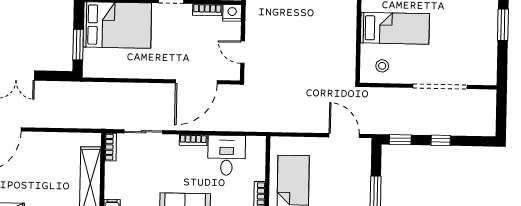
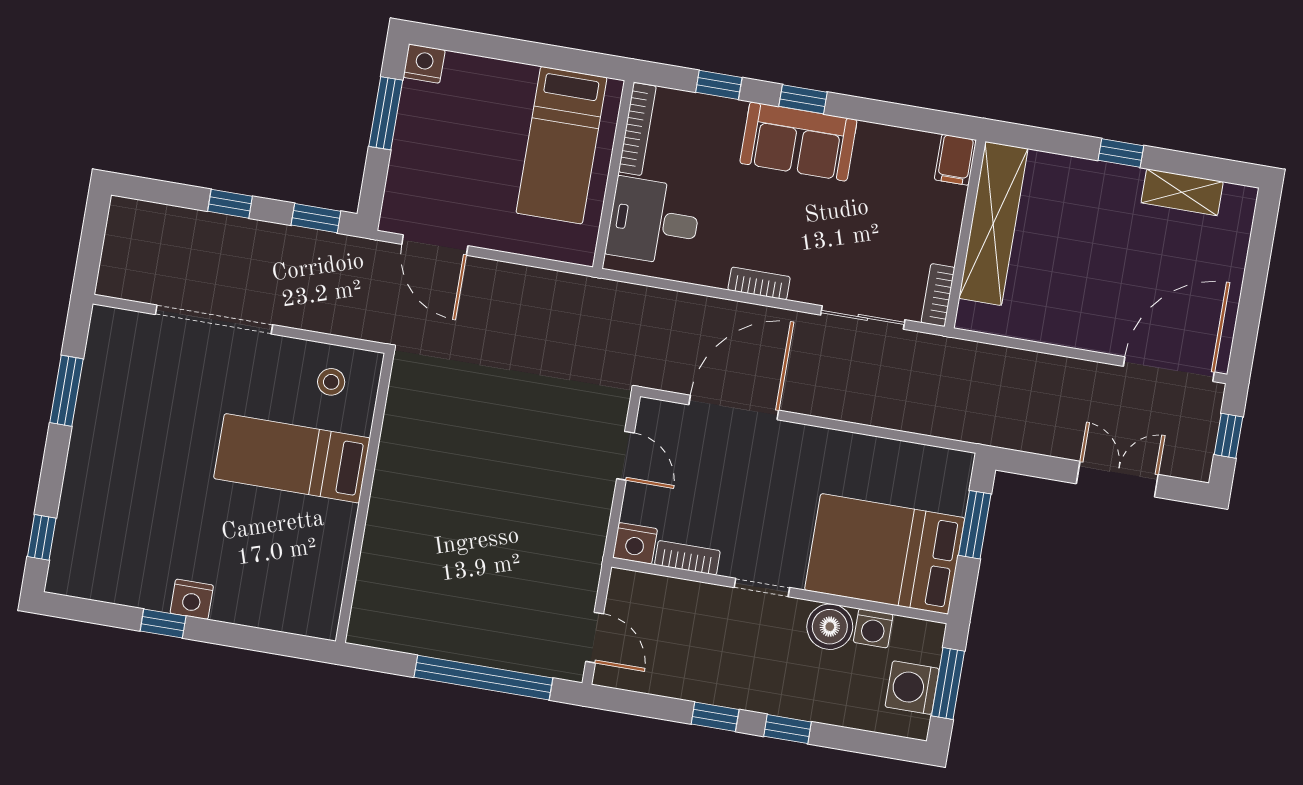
window: (503, 25) -> (67, 391), moved
desk: (227, 155) -> (654, 222), moved, turned 90

